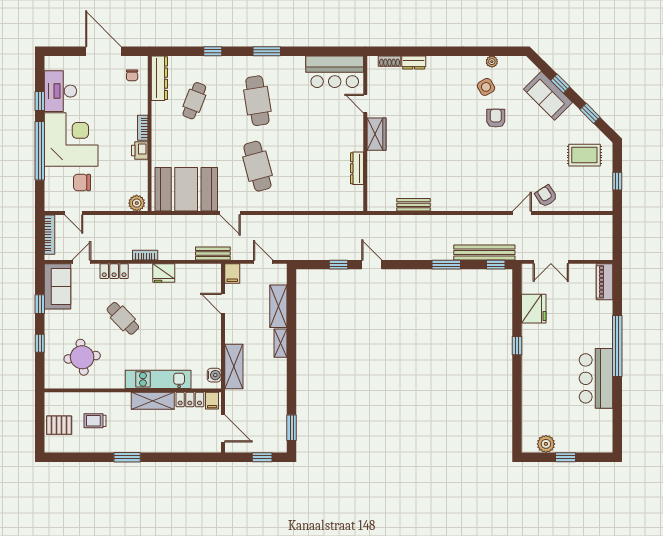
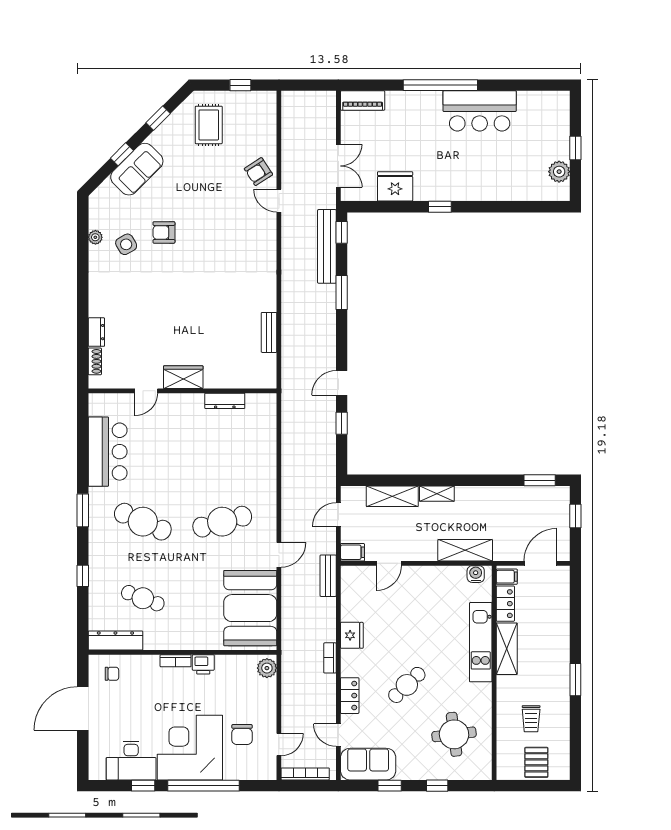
bar counter: (335, 72) -> (108, 452), moved
cafe table: (257, 101) -> (143, 522), turned 33

